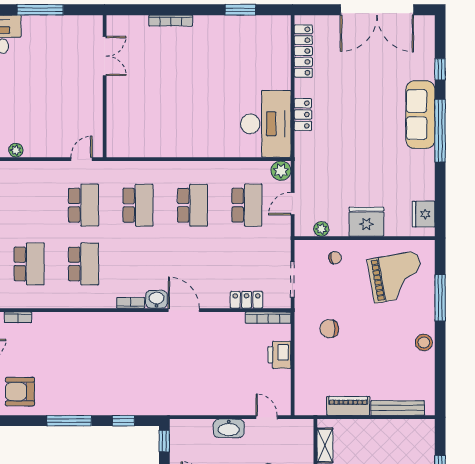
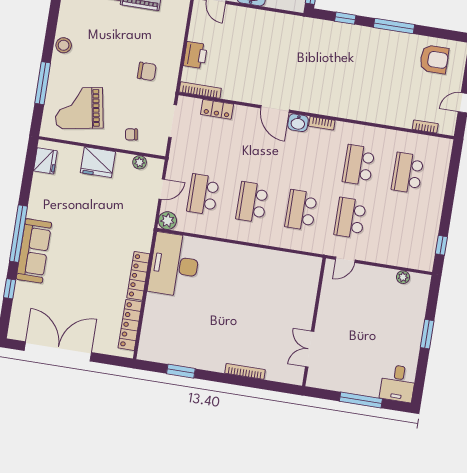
locker: (303, 115) -> (138, 276), width x1.53

